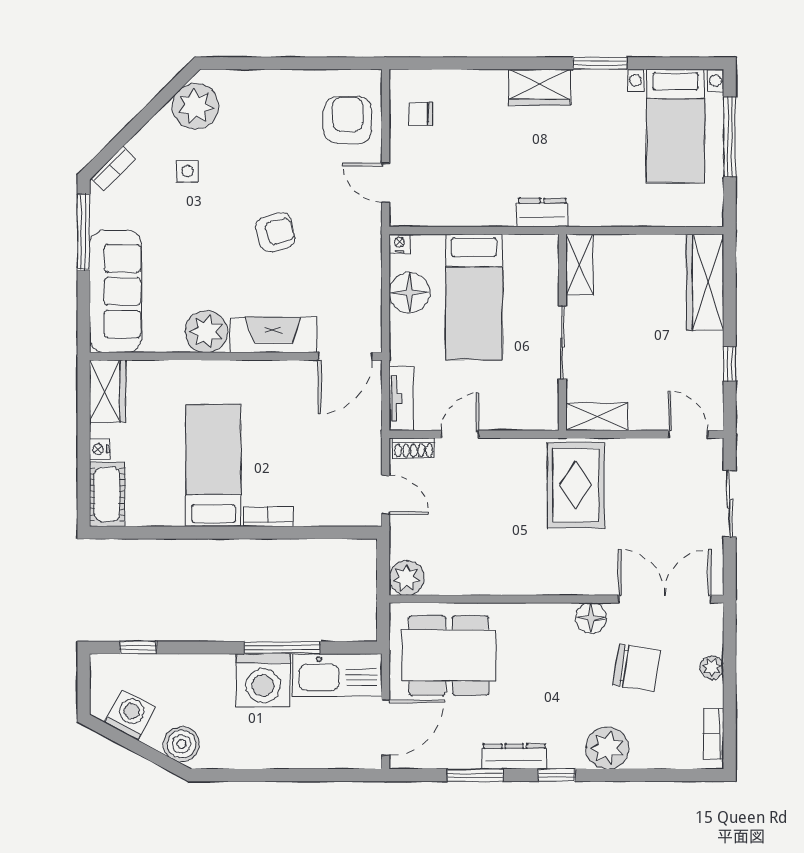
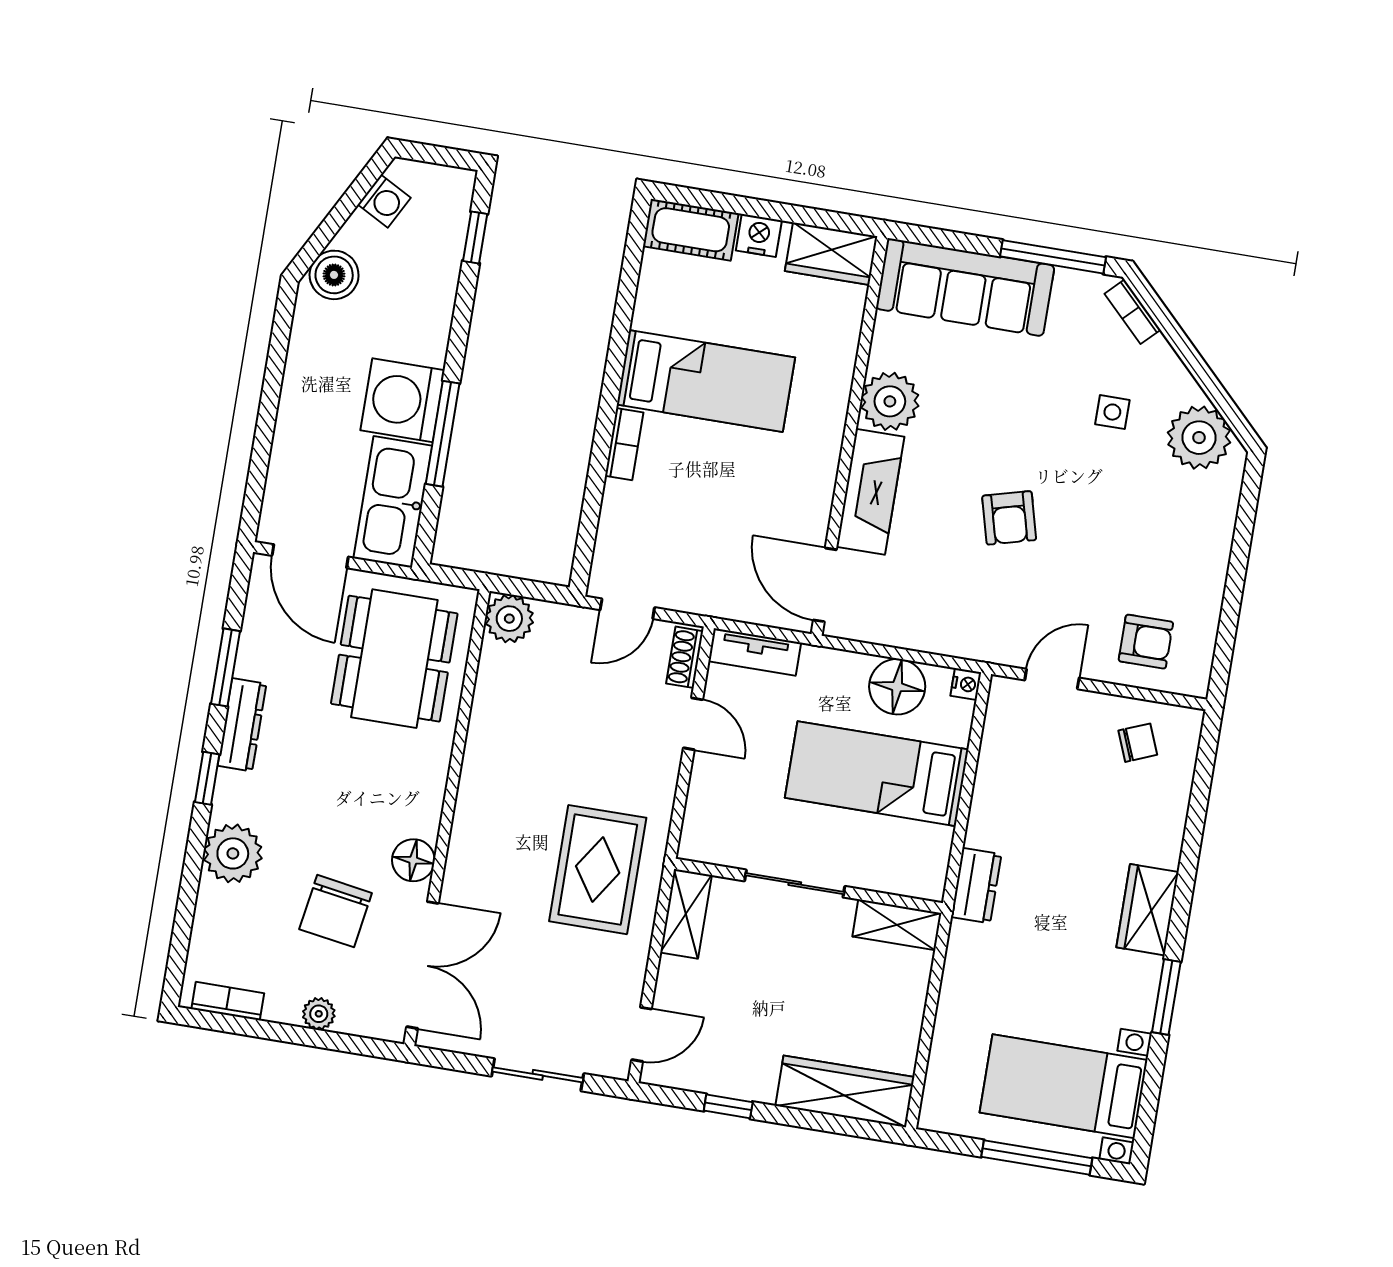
chair: (421, 114) -> (1138, 743), turned 68
armchair: (348, 120) -> (1146, 642), width x0.72, depth x0.72
nightstand: (100, 449) -> (759, 235), width x1.39, depth x1.35
rug: (576, 485) -> (598, 870), turned 90
washing machine: (130, 715) -> (384, 201), width x0.73, depth x0.73

